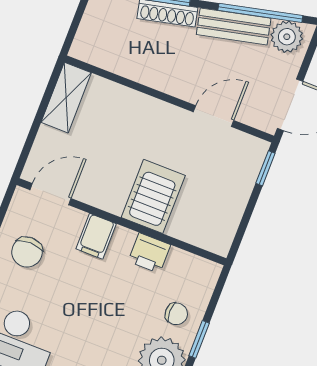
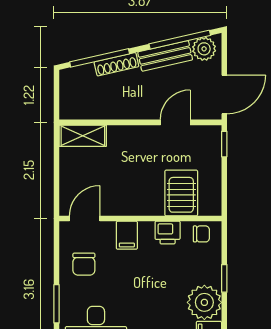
shelving: (66, 98) -> (83, 136), moved, turned 90
server rack: (153, 196) -> (181, 193), moved
chair: (176, 314) -> (201, 234), moved

